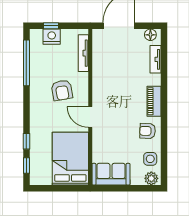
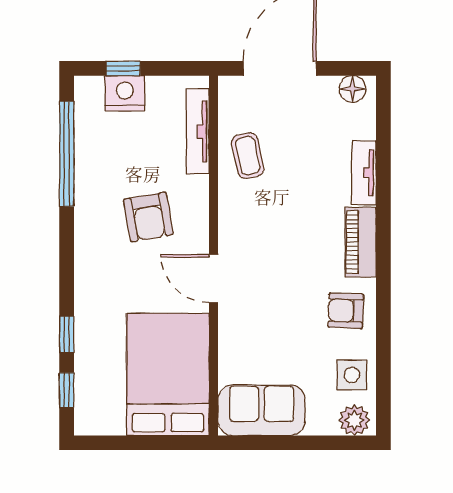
tv unit: (155, 59) -> (364, 173), moved
coffee table: (105, 64) -> (248, 156), added

